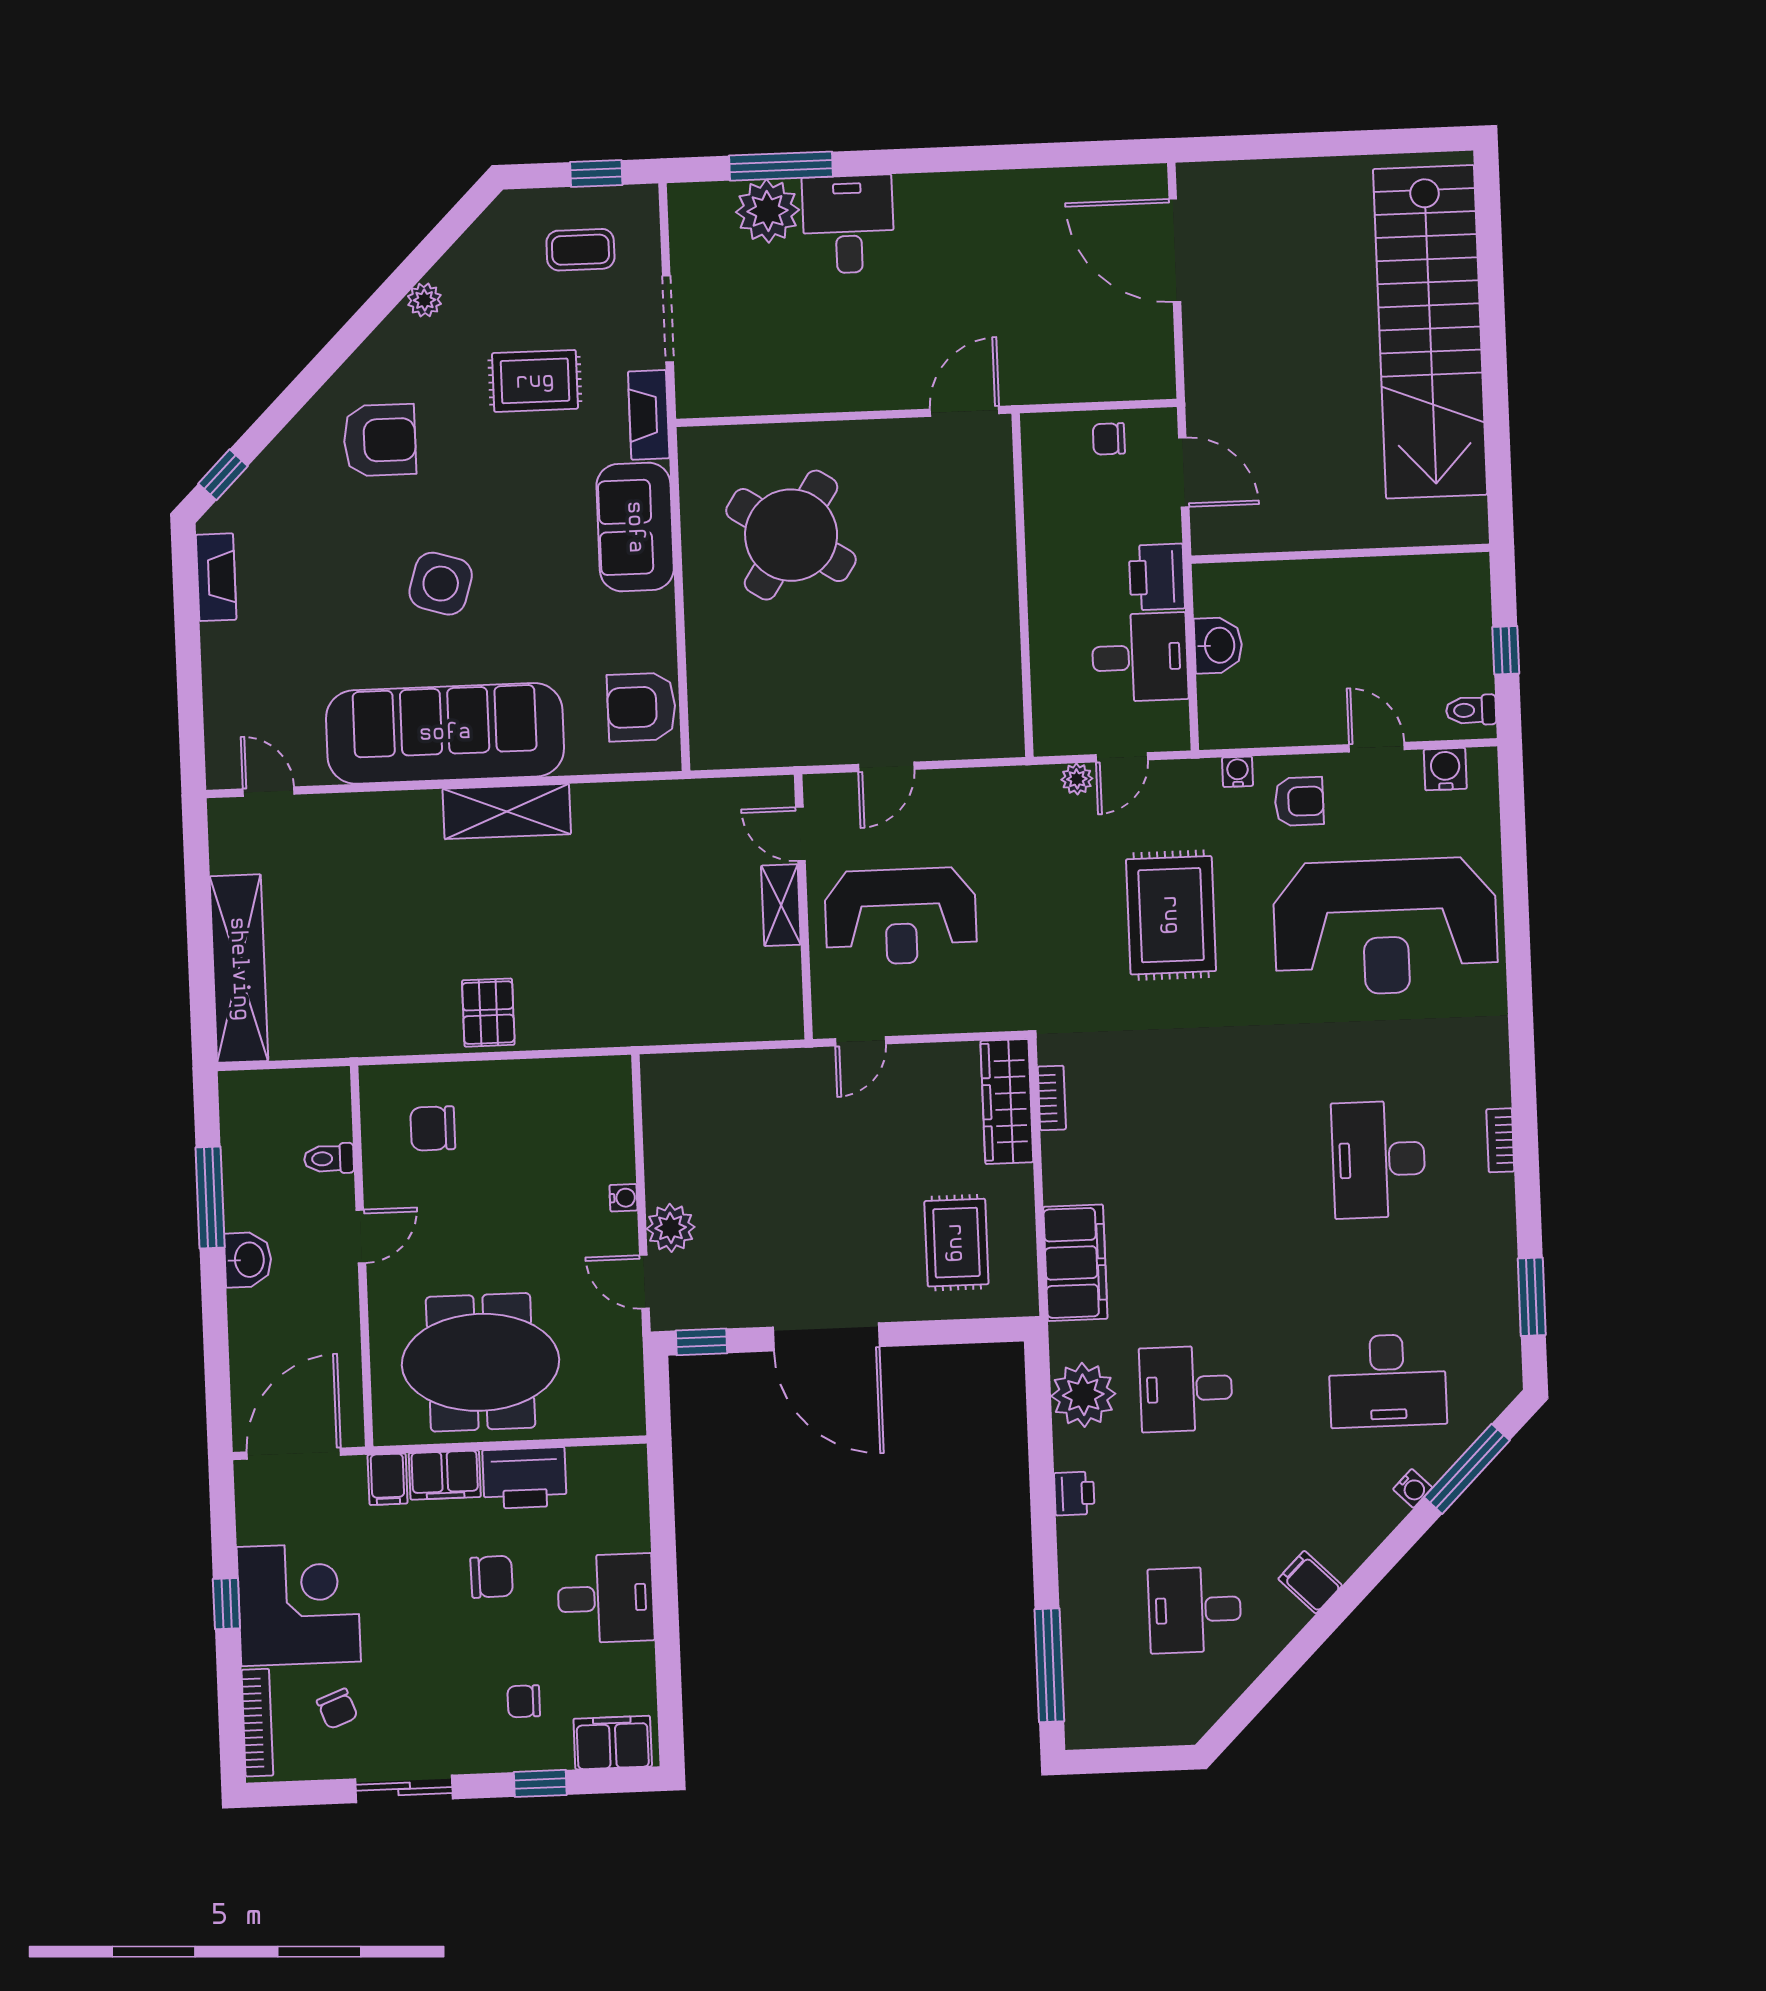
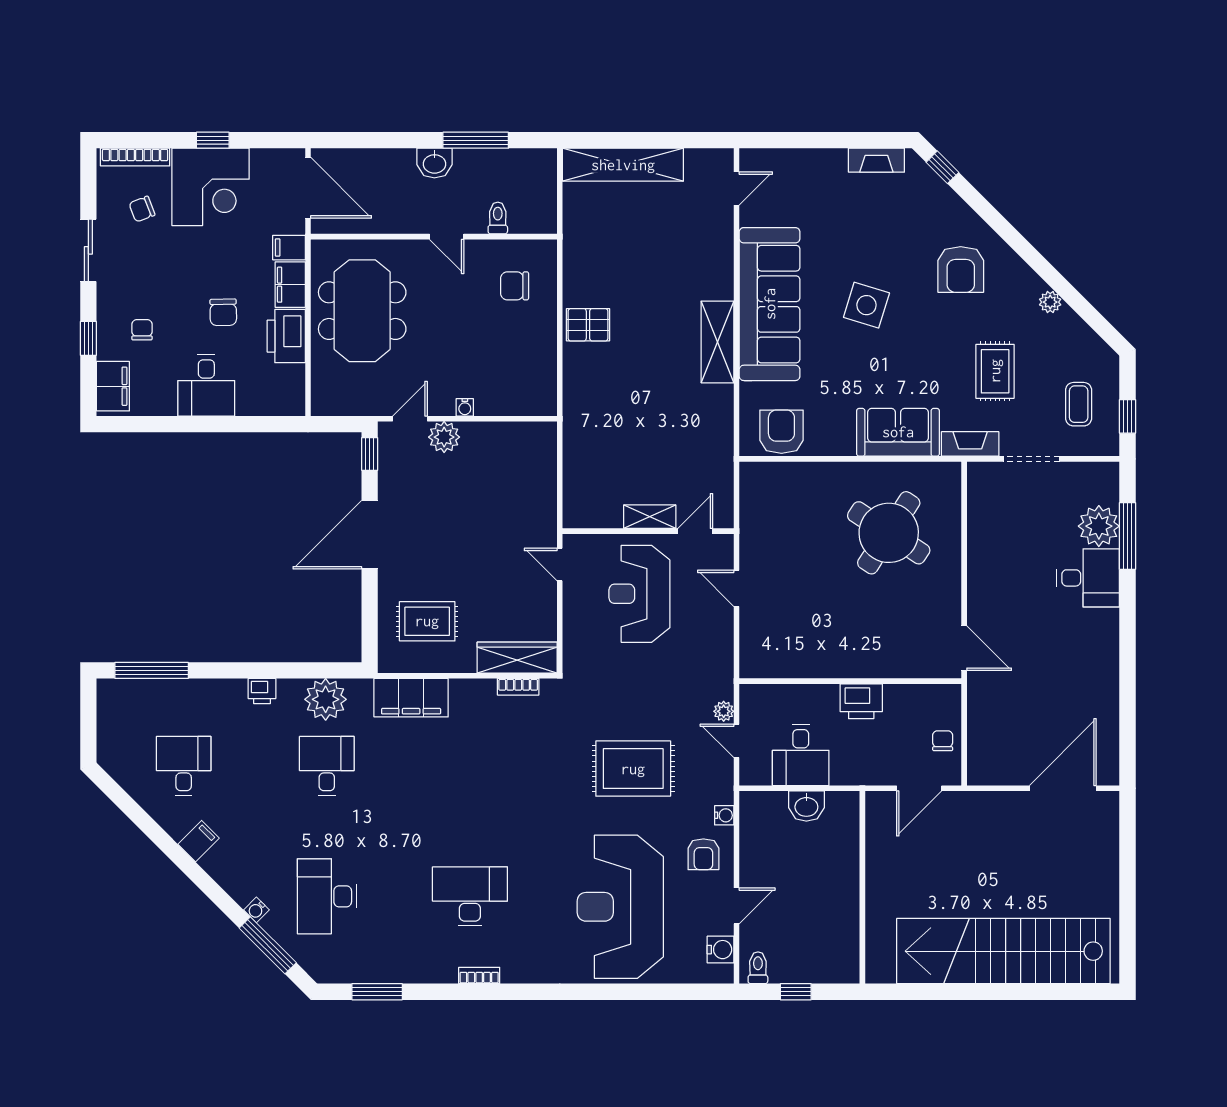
printer: (1157, 577) -> (861, 701), moved, turned 180
chair: (433, 1128) -> (515, 286), turned -90

